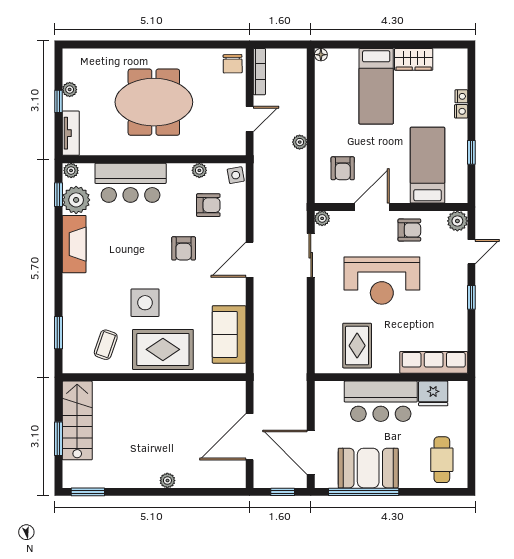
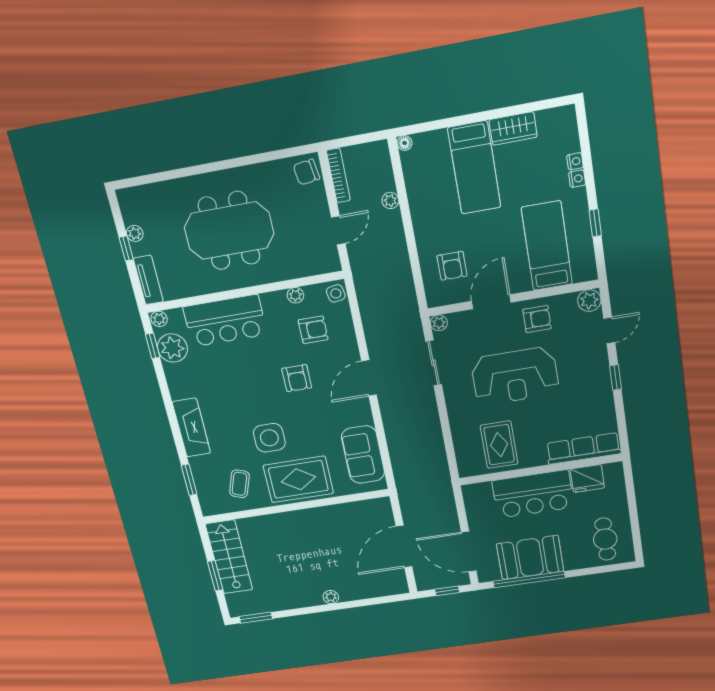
chair: (233, 64) -> (306, 172), turned 83
plant: (300, 142) -> (390, 201), moved
fireplace: (74, 244) -> (191, 428), moved

